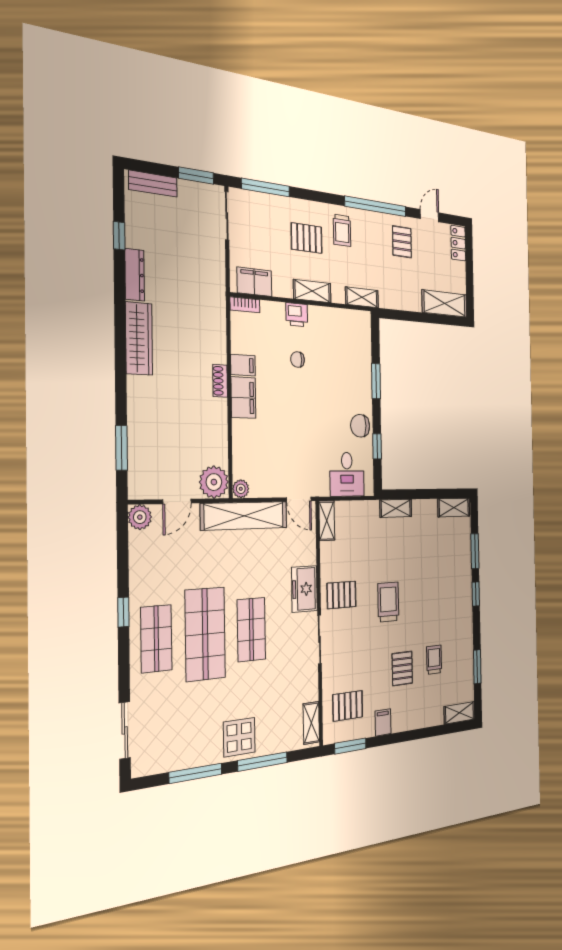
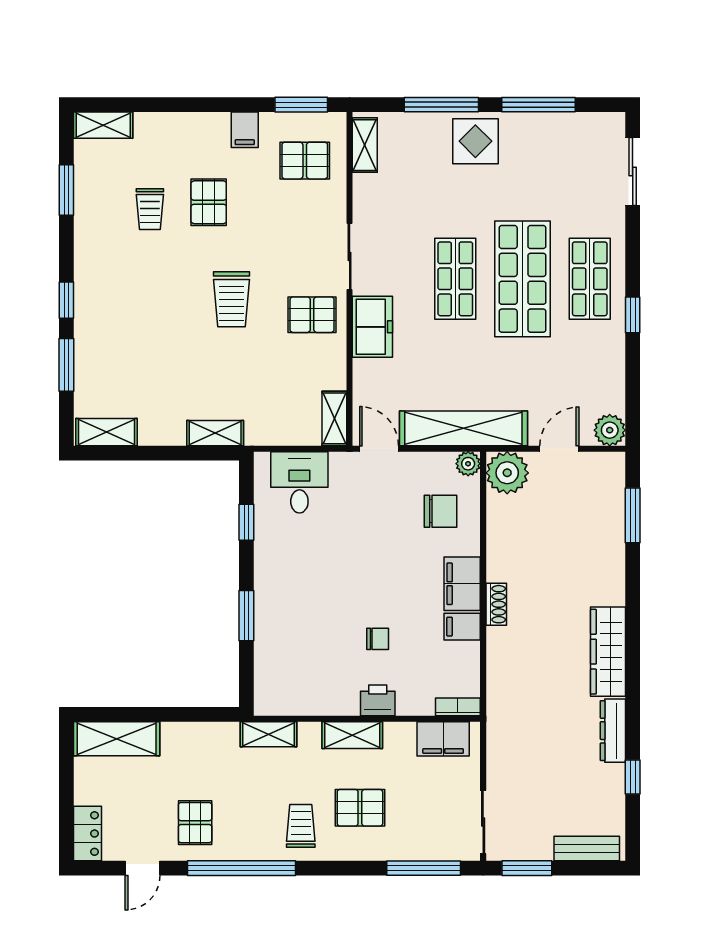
chair: (360, 426) -> (441, 511), moved

